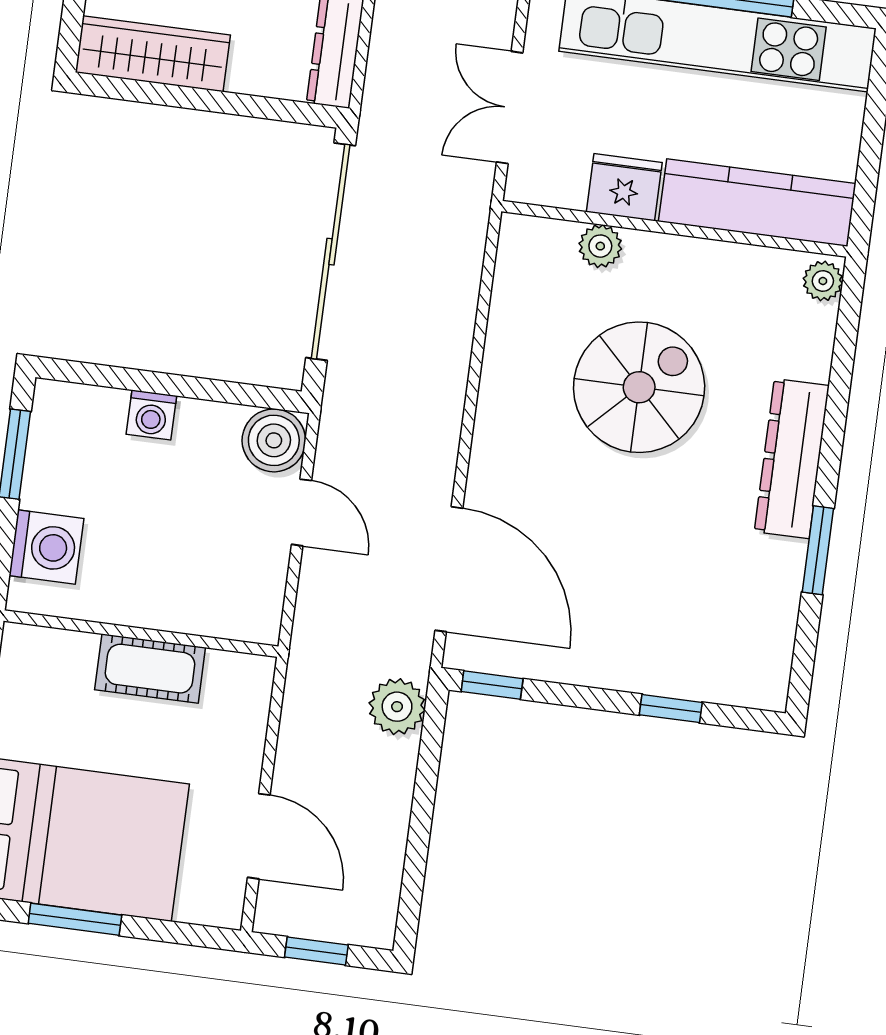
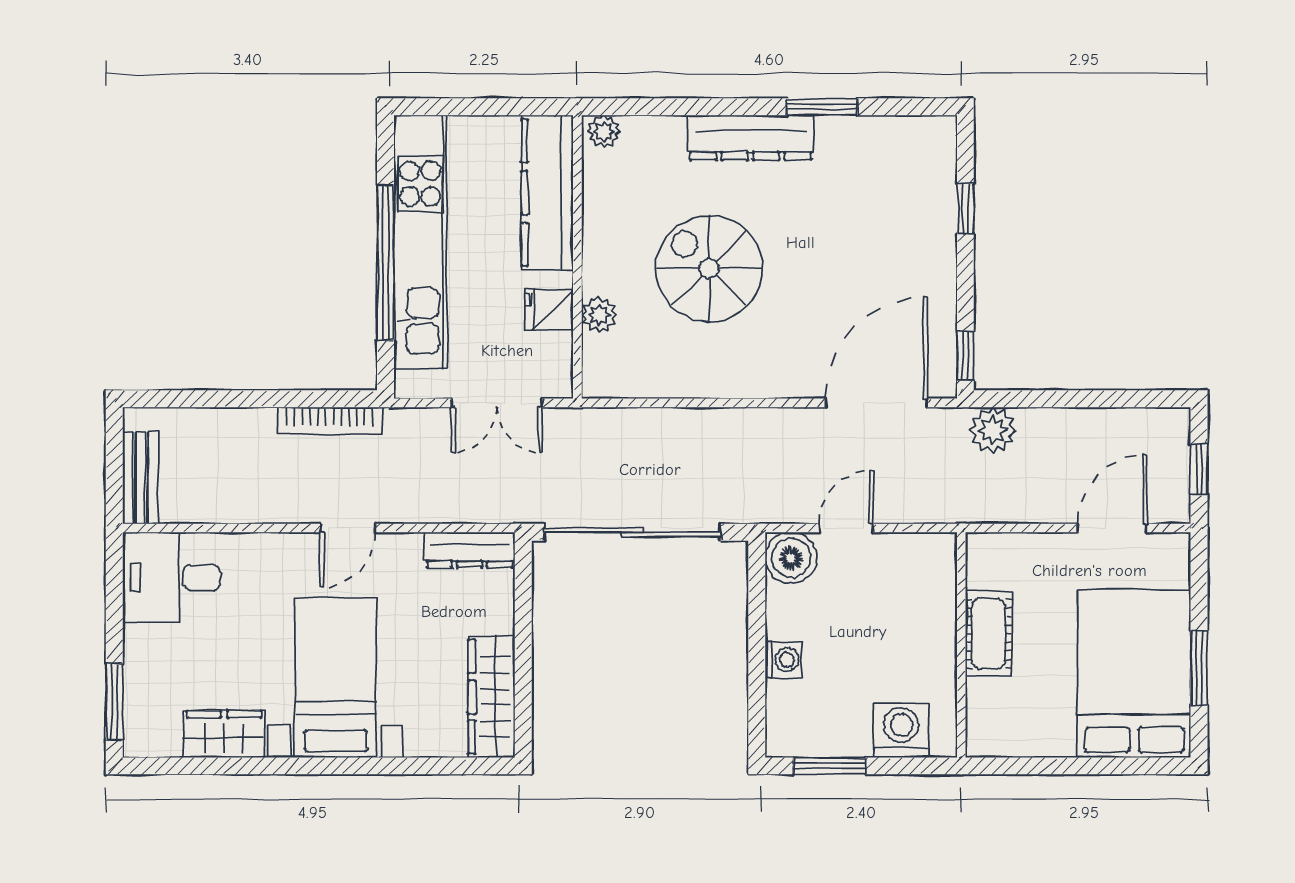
fridge: (624, 187) -> (549, 310), width x0.72

